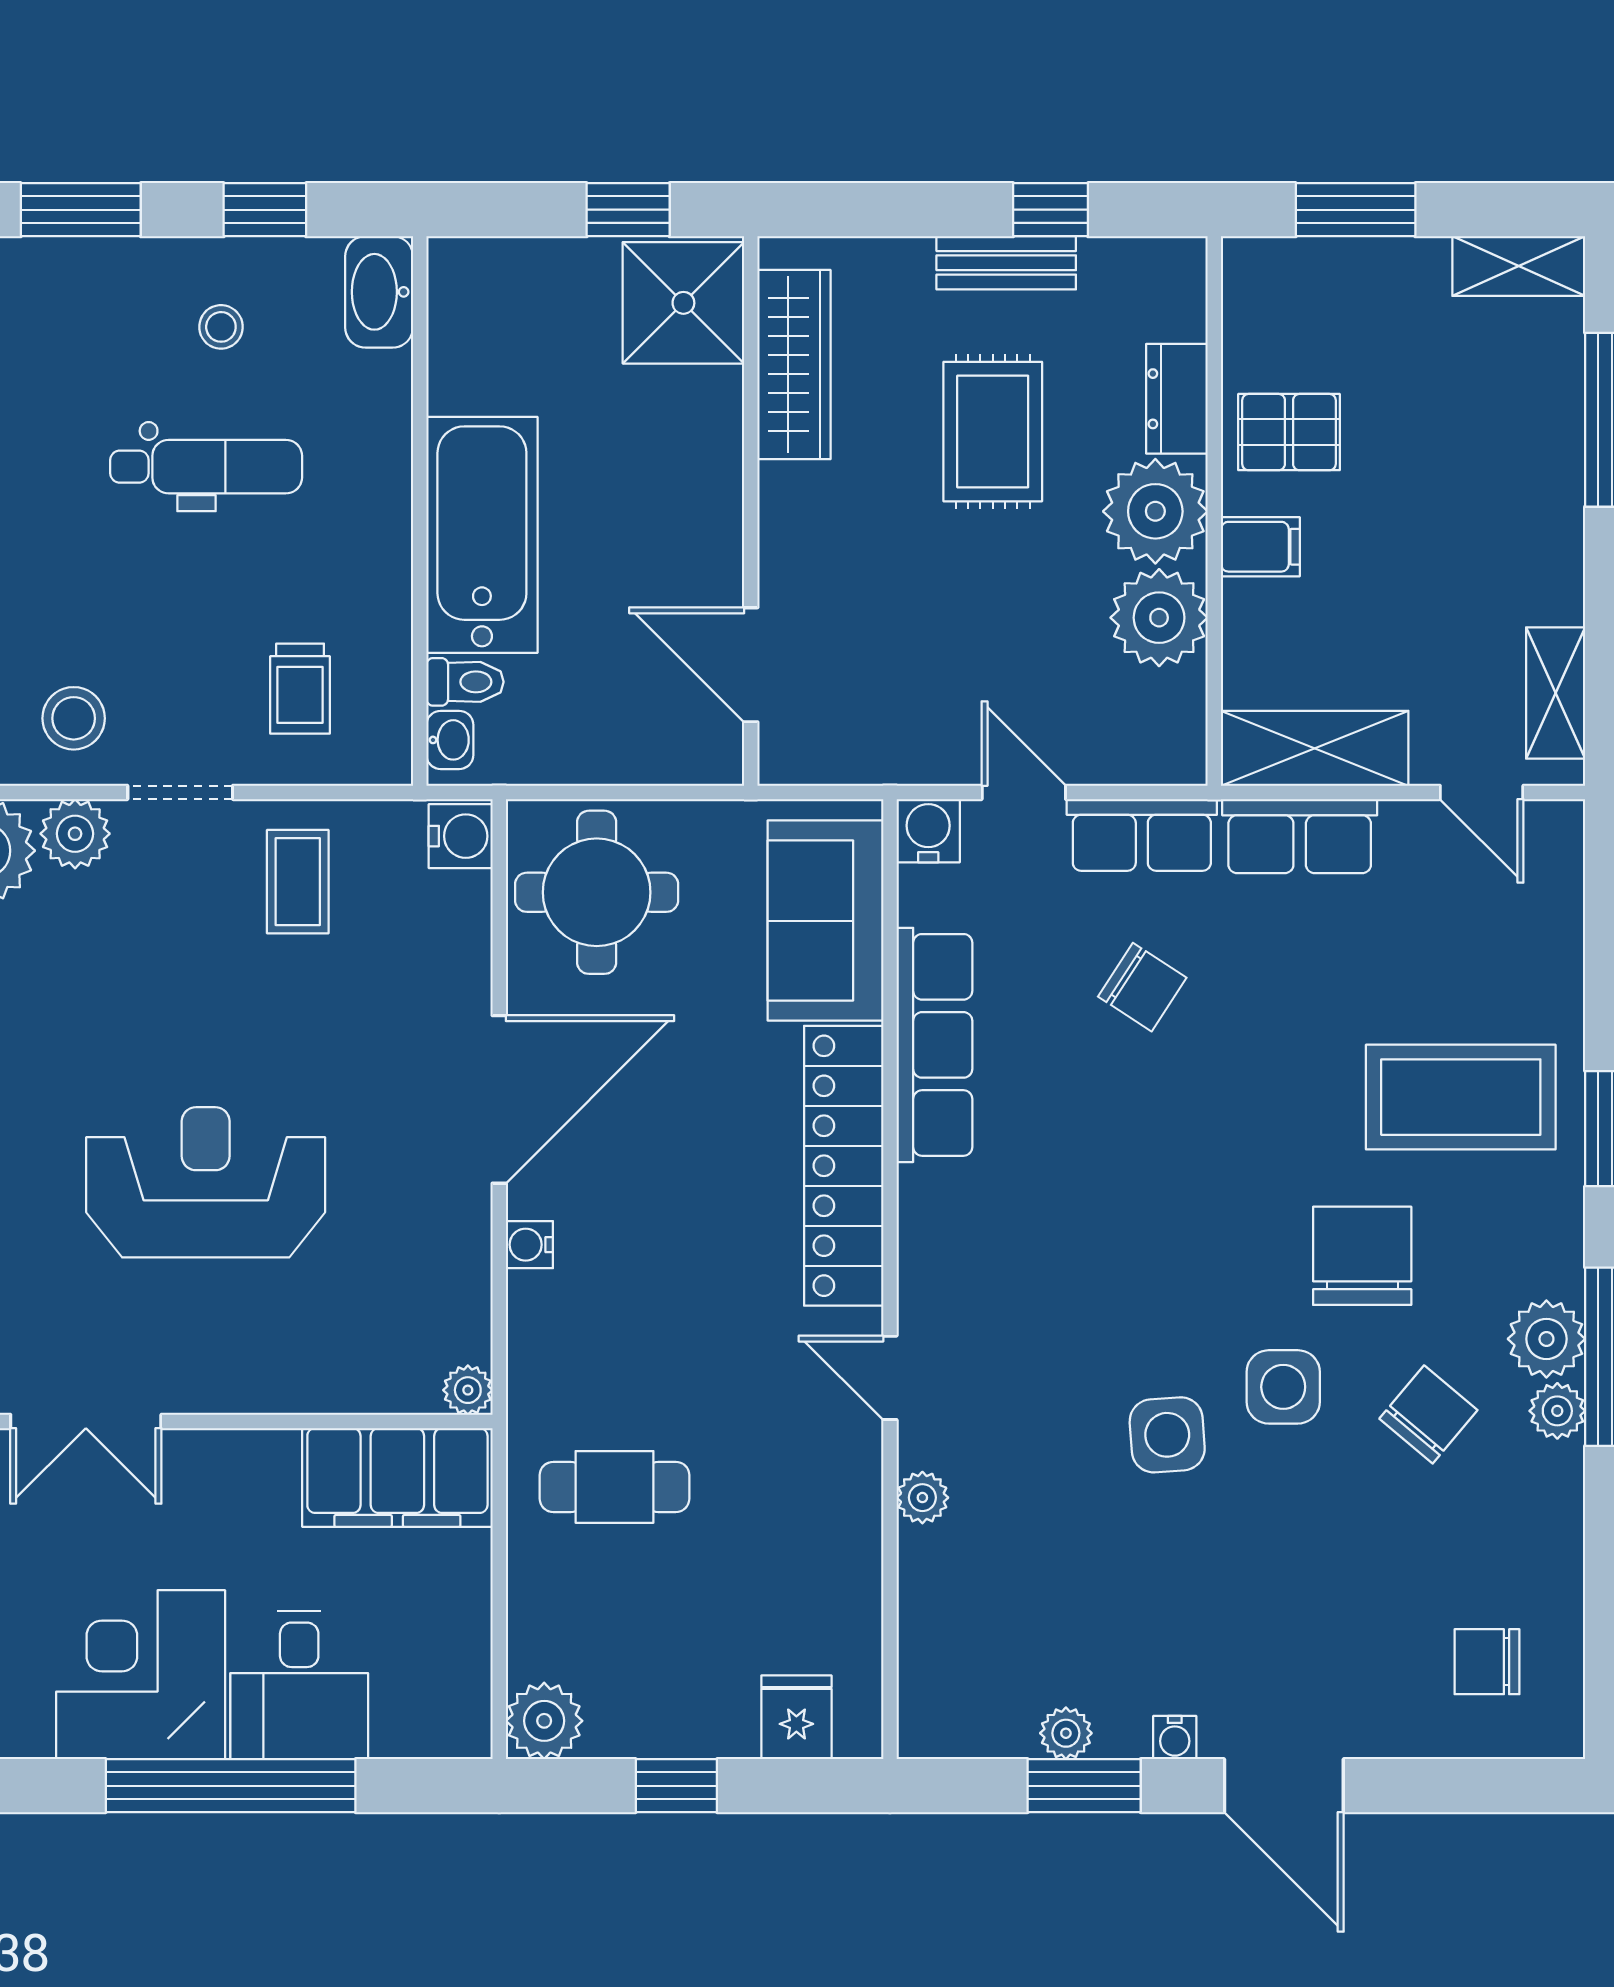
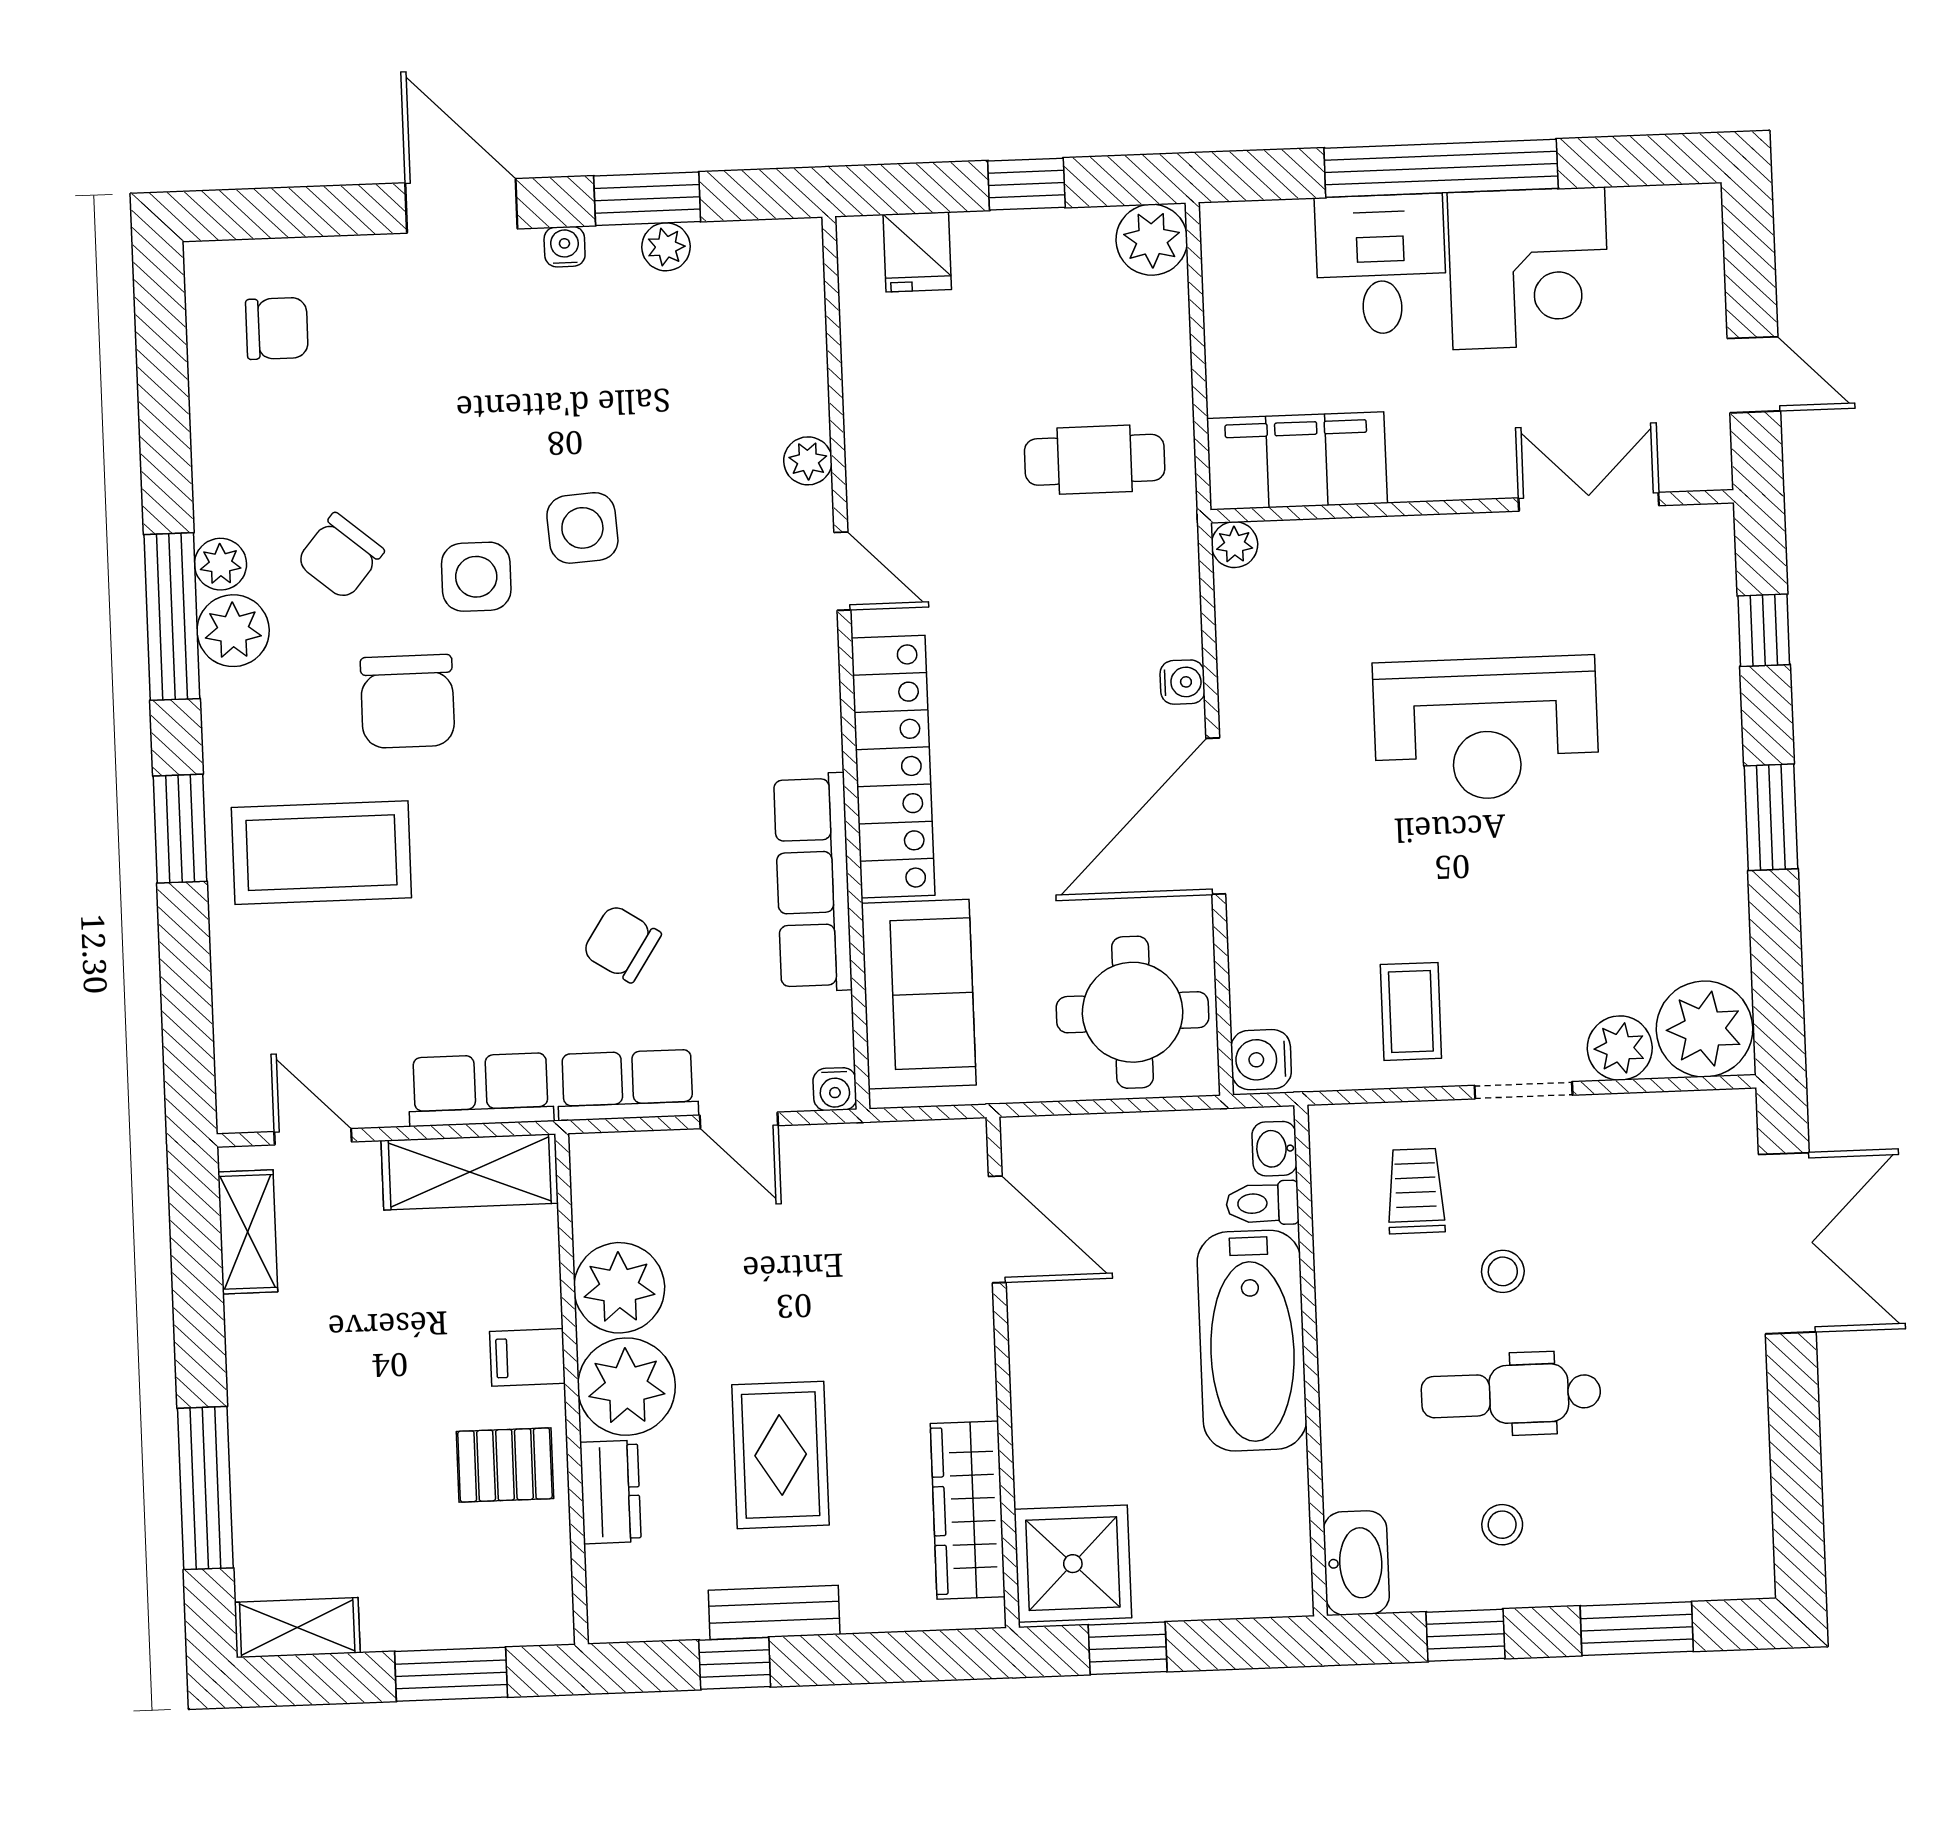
stool: (74, 718) -> (1503, 1271), moved, width x0.73, depth x0.73
water cooler: (928, 831) -> (835, 1089), width x0.72, depth x0.72

